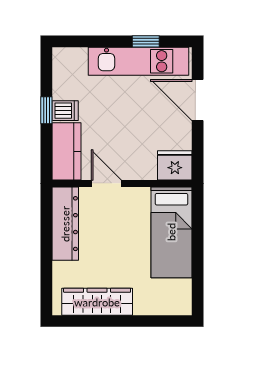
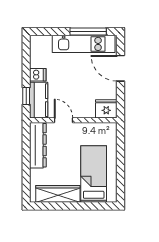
window: (146, 41) -> (88, 32), width x2.17
window: (46, 110) -> (26, 96), moved
bed: (171, 232) -> (94, 174), moved, turned 180

